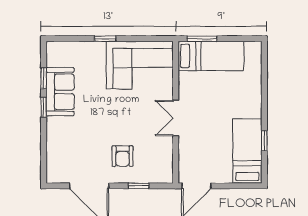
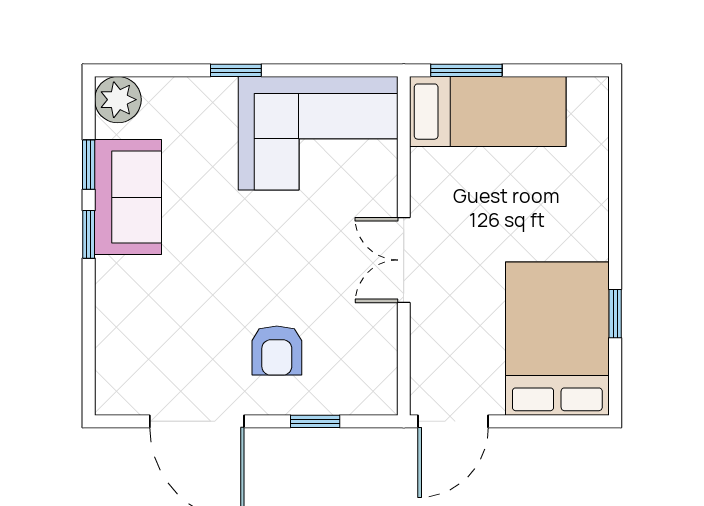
plant: (56, 51) -> (118, 100), added
bed: (247, 151) -> (557, 339), width x1.50

